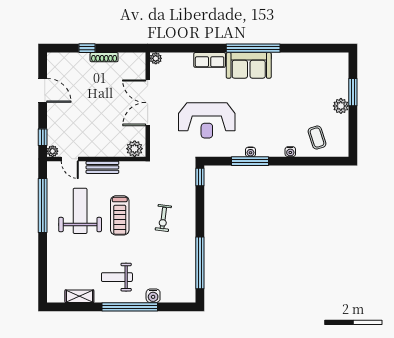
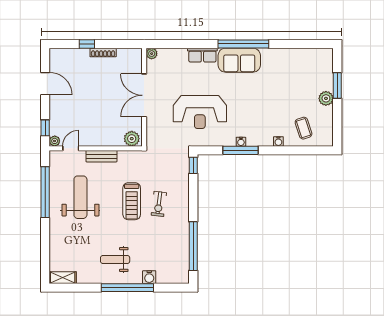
door: (70, 159) -> (71, 148), swing flipped
treadmill: (120, 215) -> (132, 201), moved
shelving: (79, 296) -> (63, 278), moved

